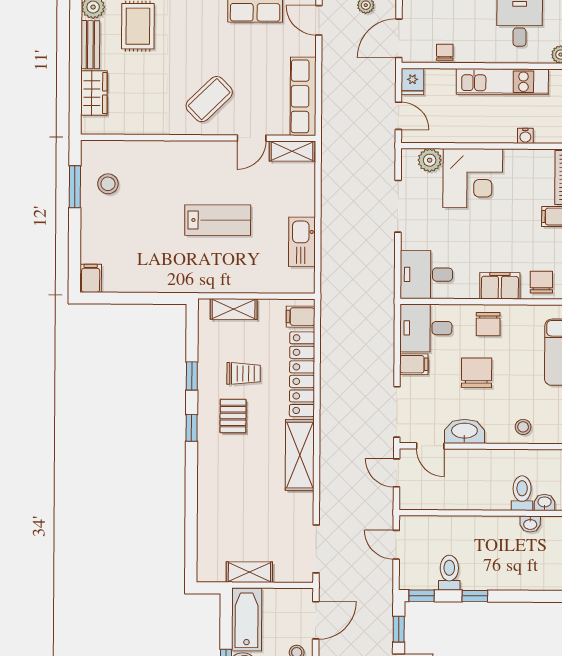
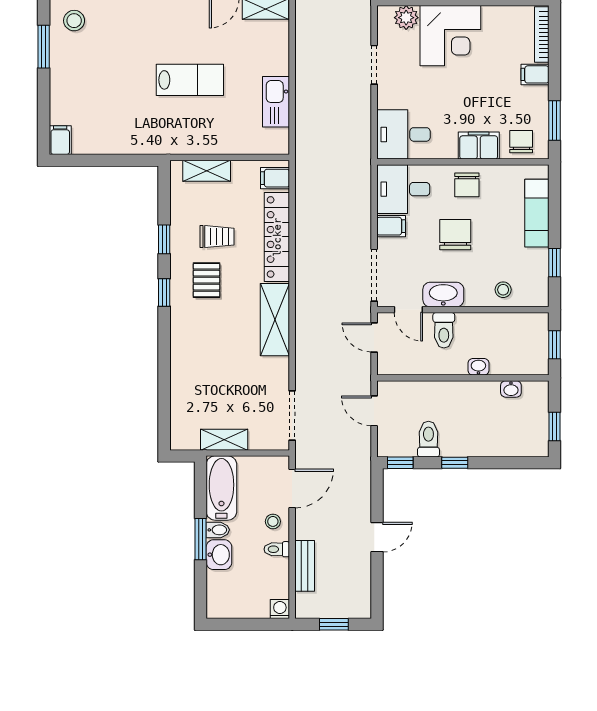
stool: (108, 184) -> (74, 21), moved
doorway: (398, 206) -> (374, 65), width x0.73
toilet: (522, 493) -> (444, 330), moved, turned 180
washbasin: (545, 502) -> (478, 367), moved
window: (399, 629) -> (377, 497), removed

